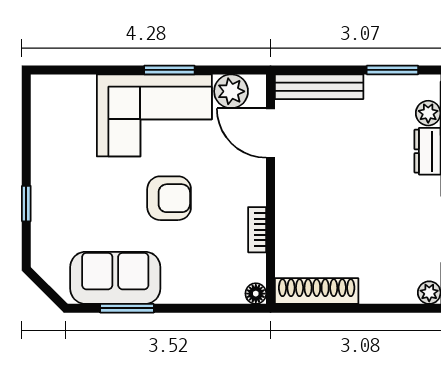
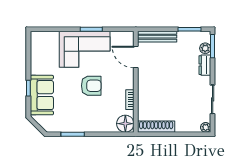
plant: (231, 91) -> (118, 39), removed
sofa: (115, 278) -> (42, 95), moved, turned 90
floor lamp: (256, 294) -> (125, 124), width x1.89, depth x1.89

